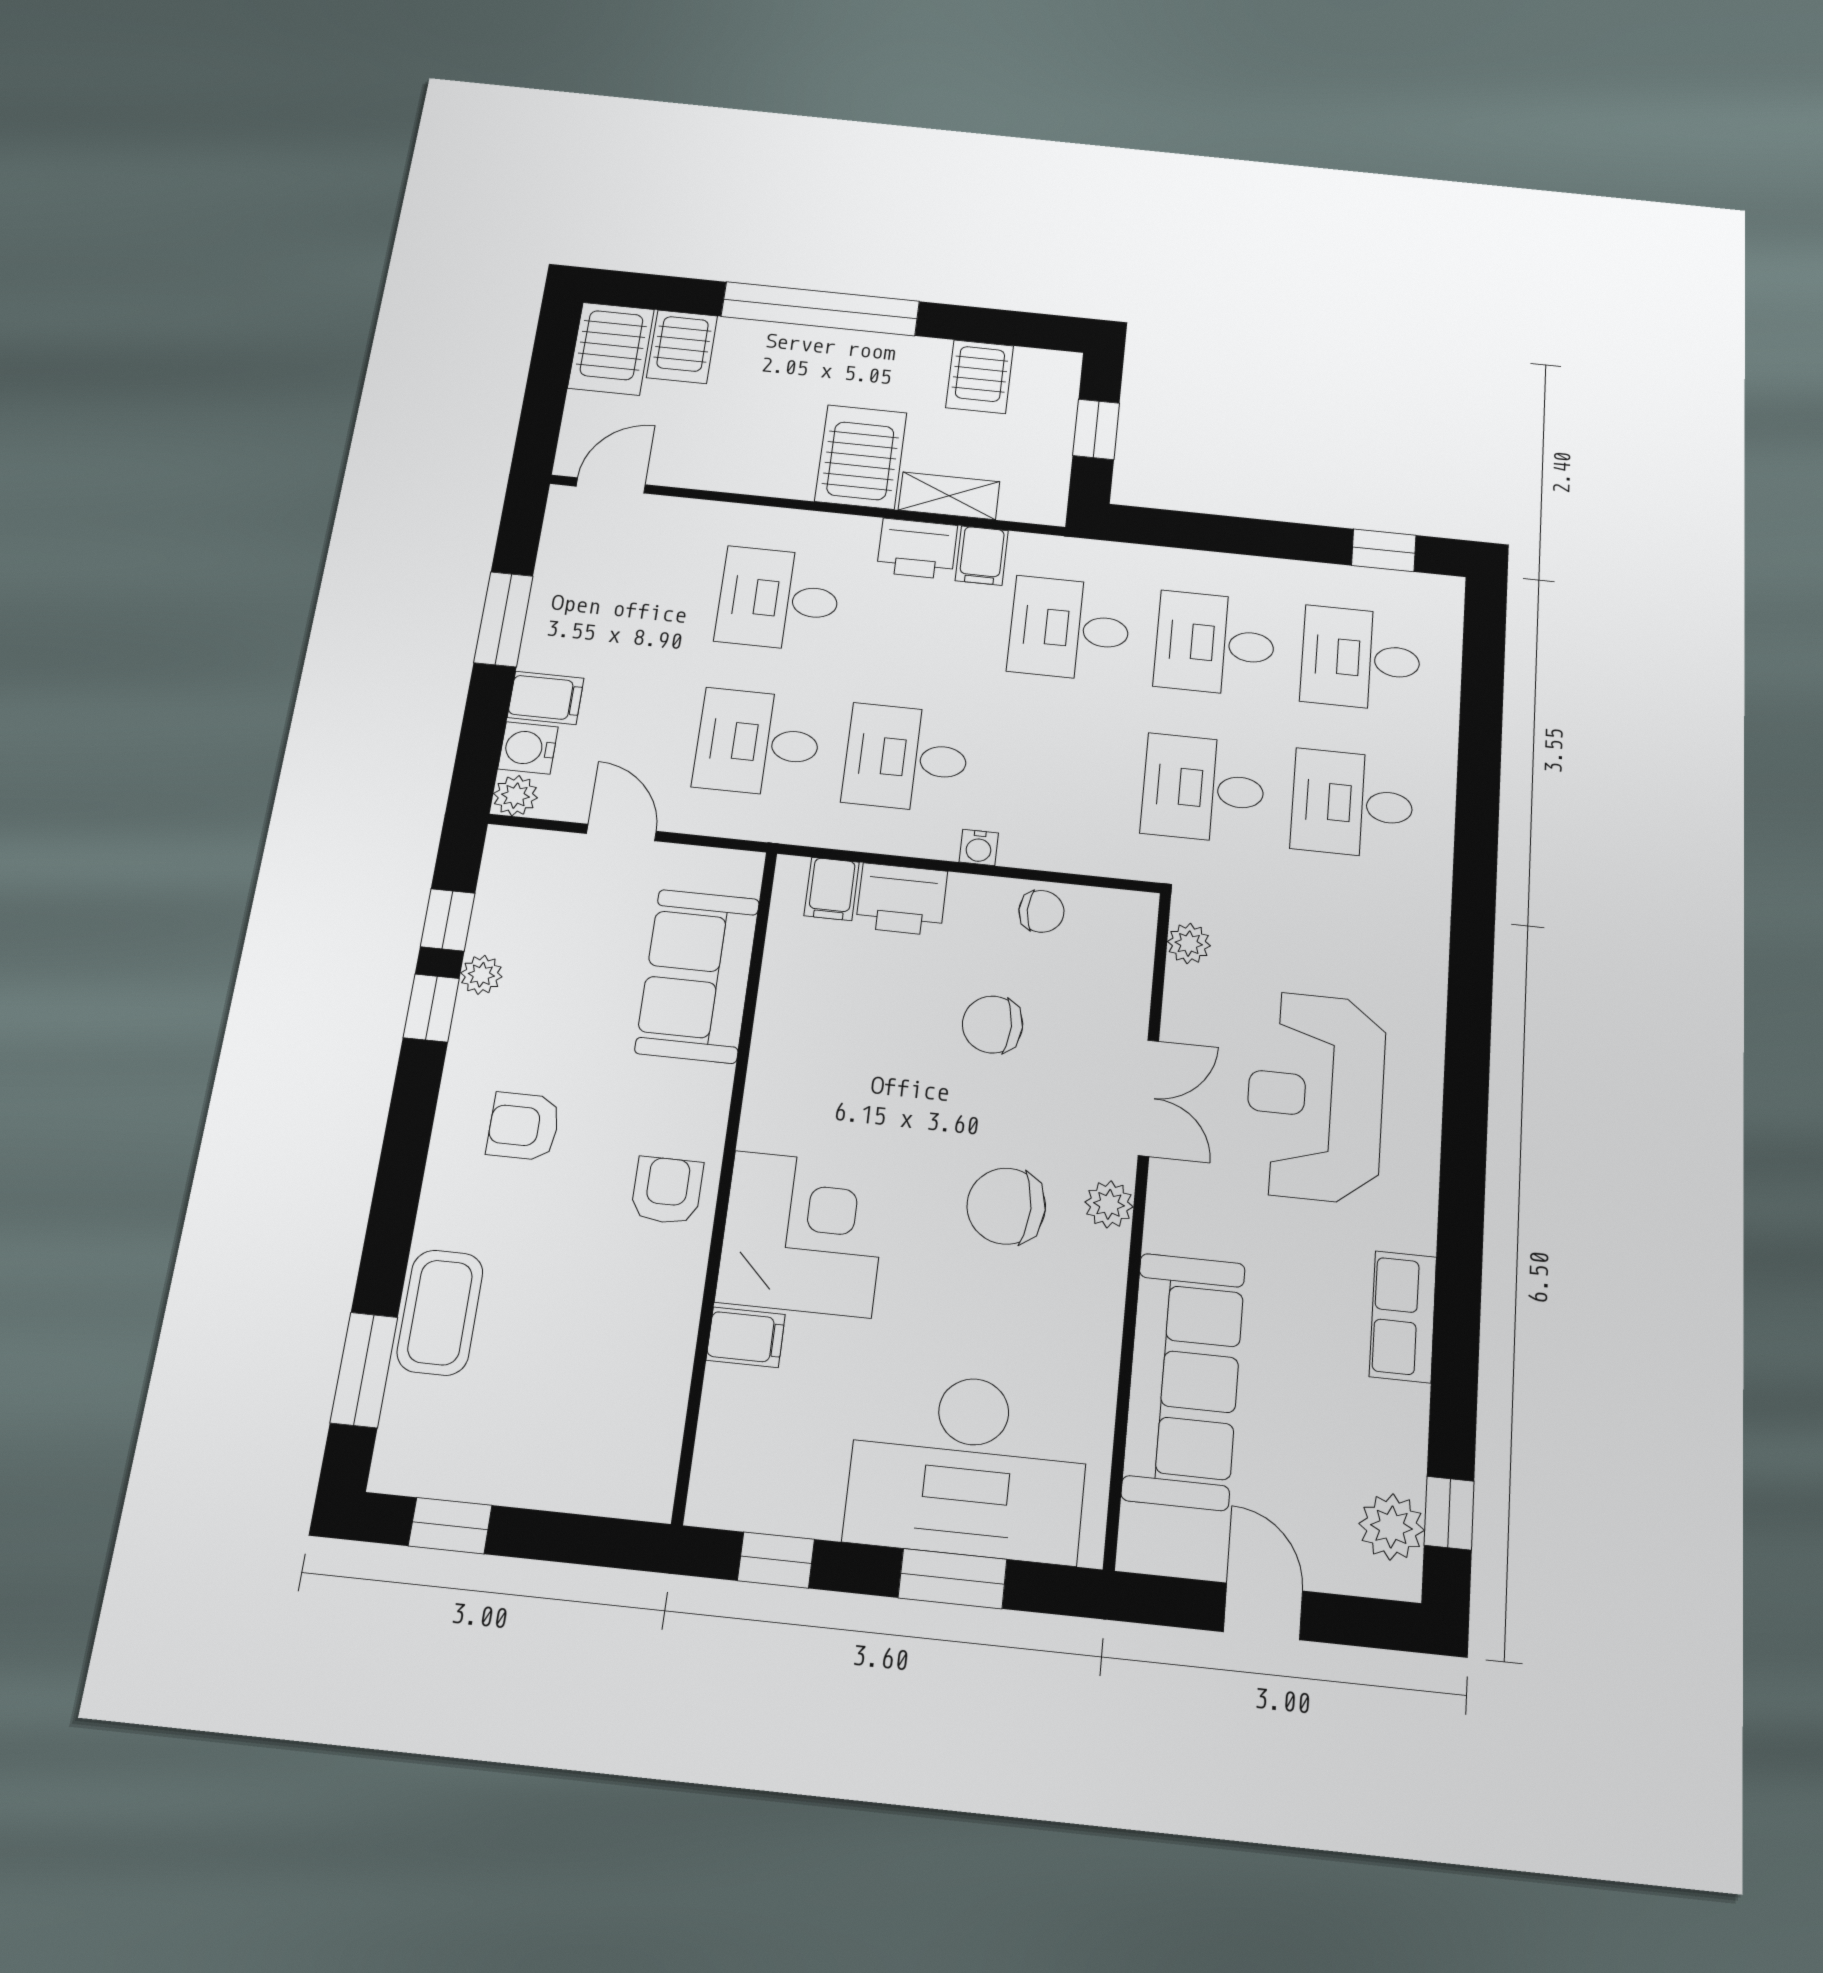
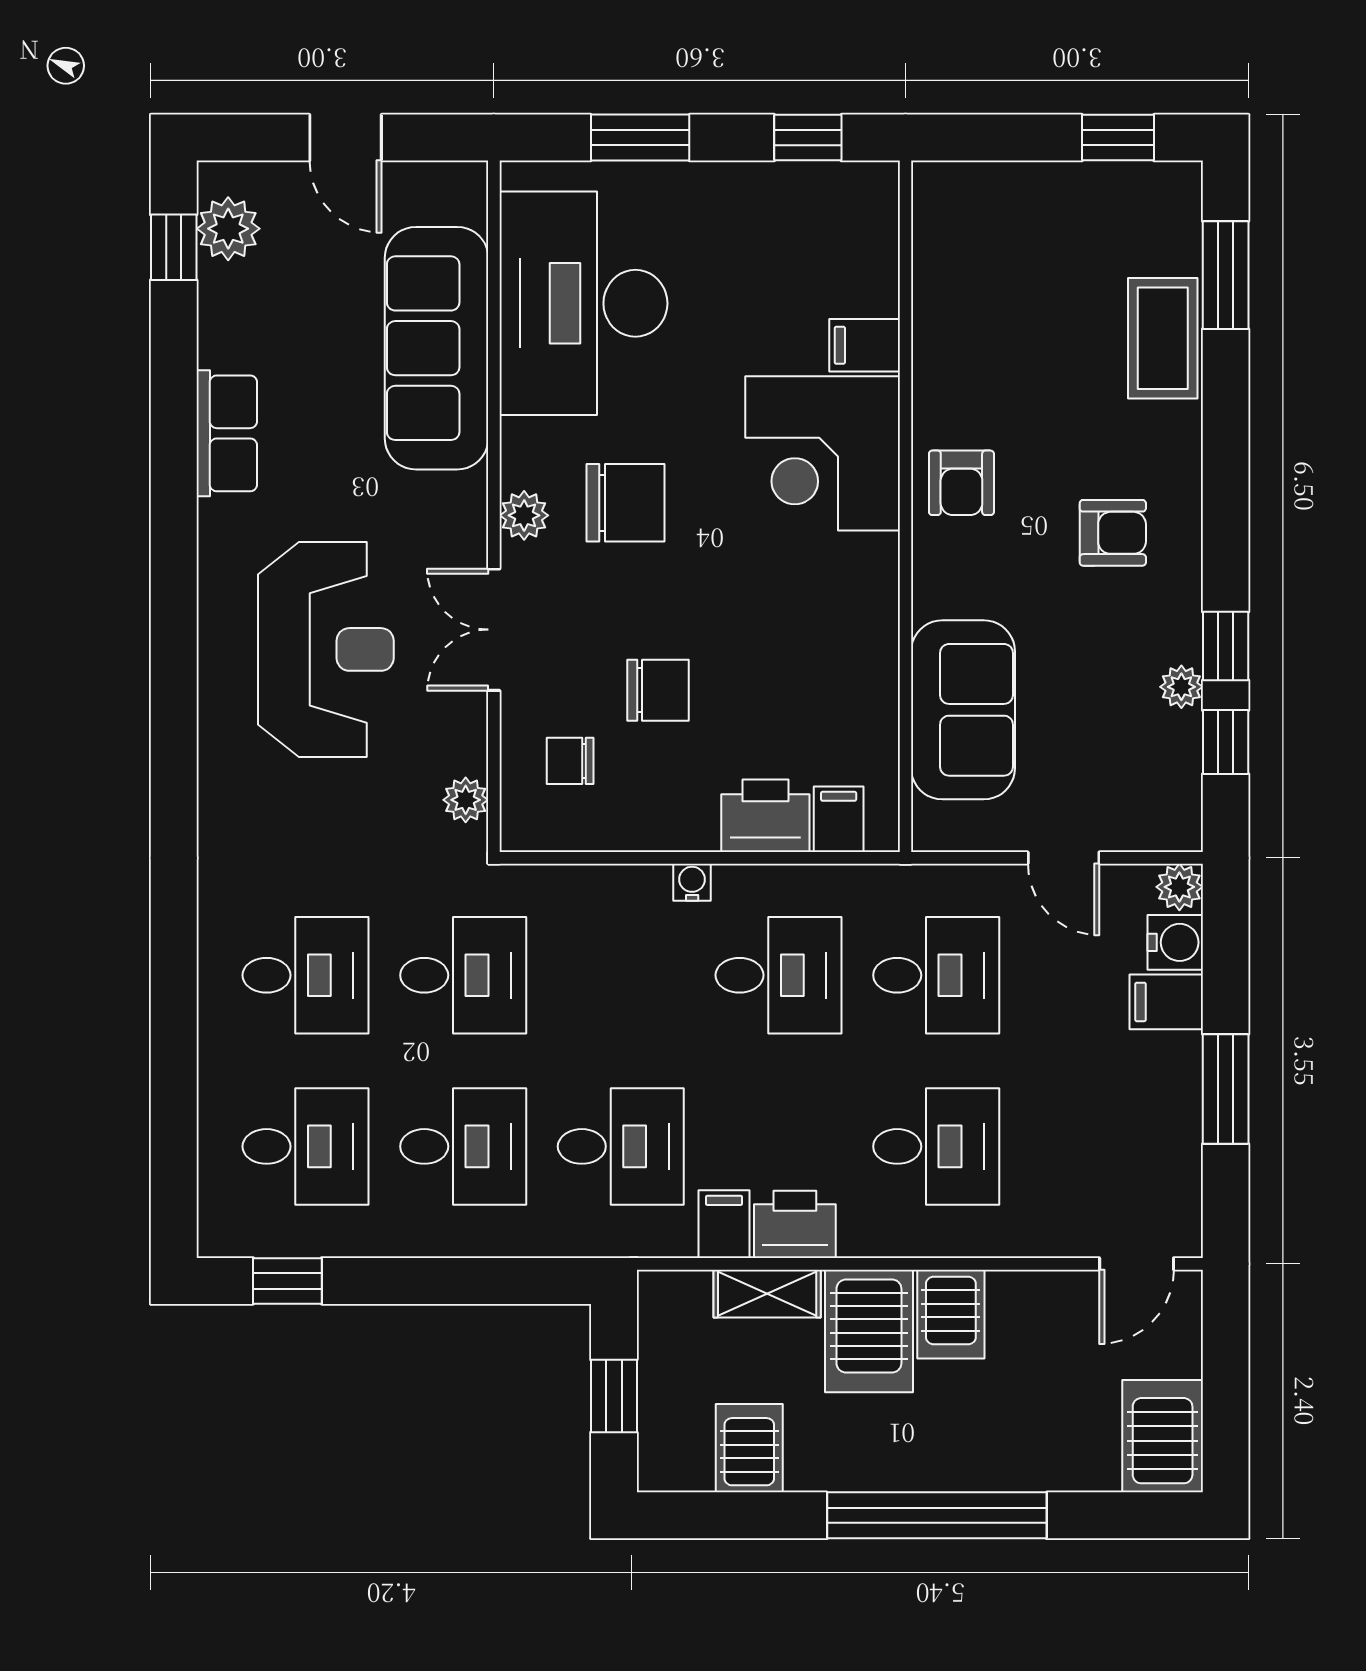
server rack: (682, 347) -> (951, 1314), moved, turned 180
chair: (1041, 911) -> (570, 761), moved
desk: (968, 1466) -> (583, 303), moved, turned -90

